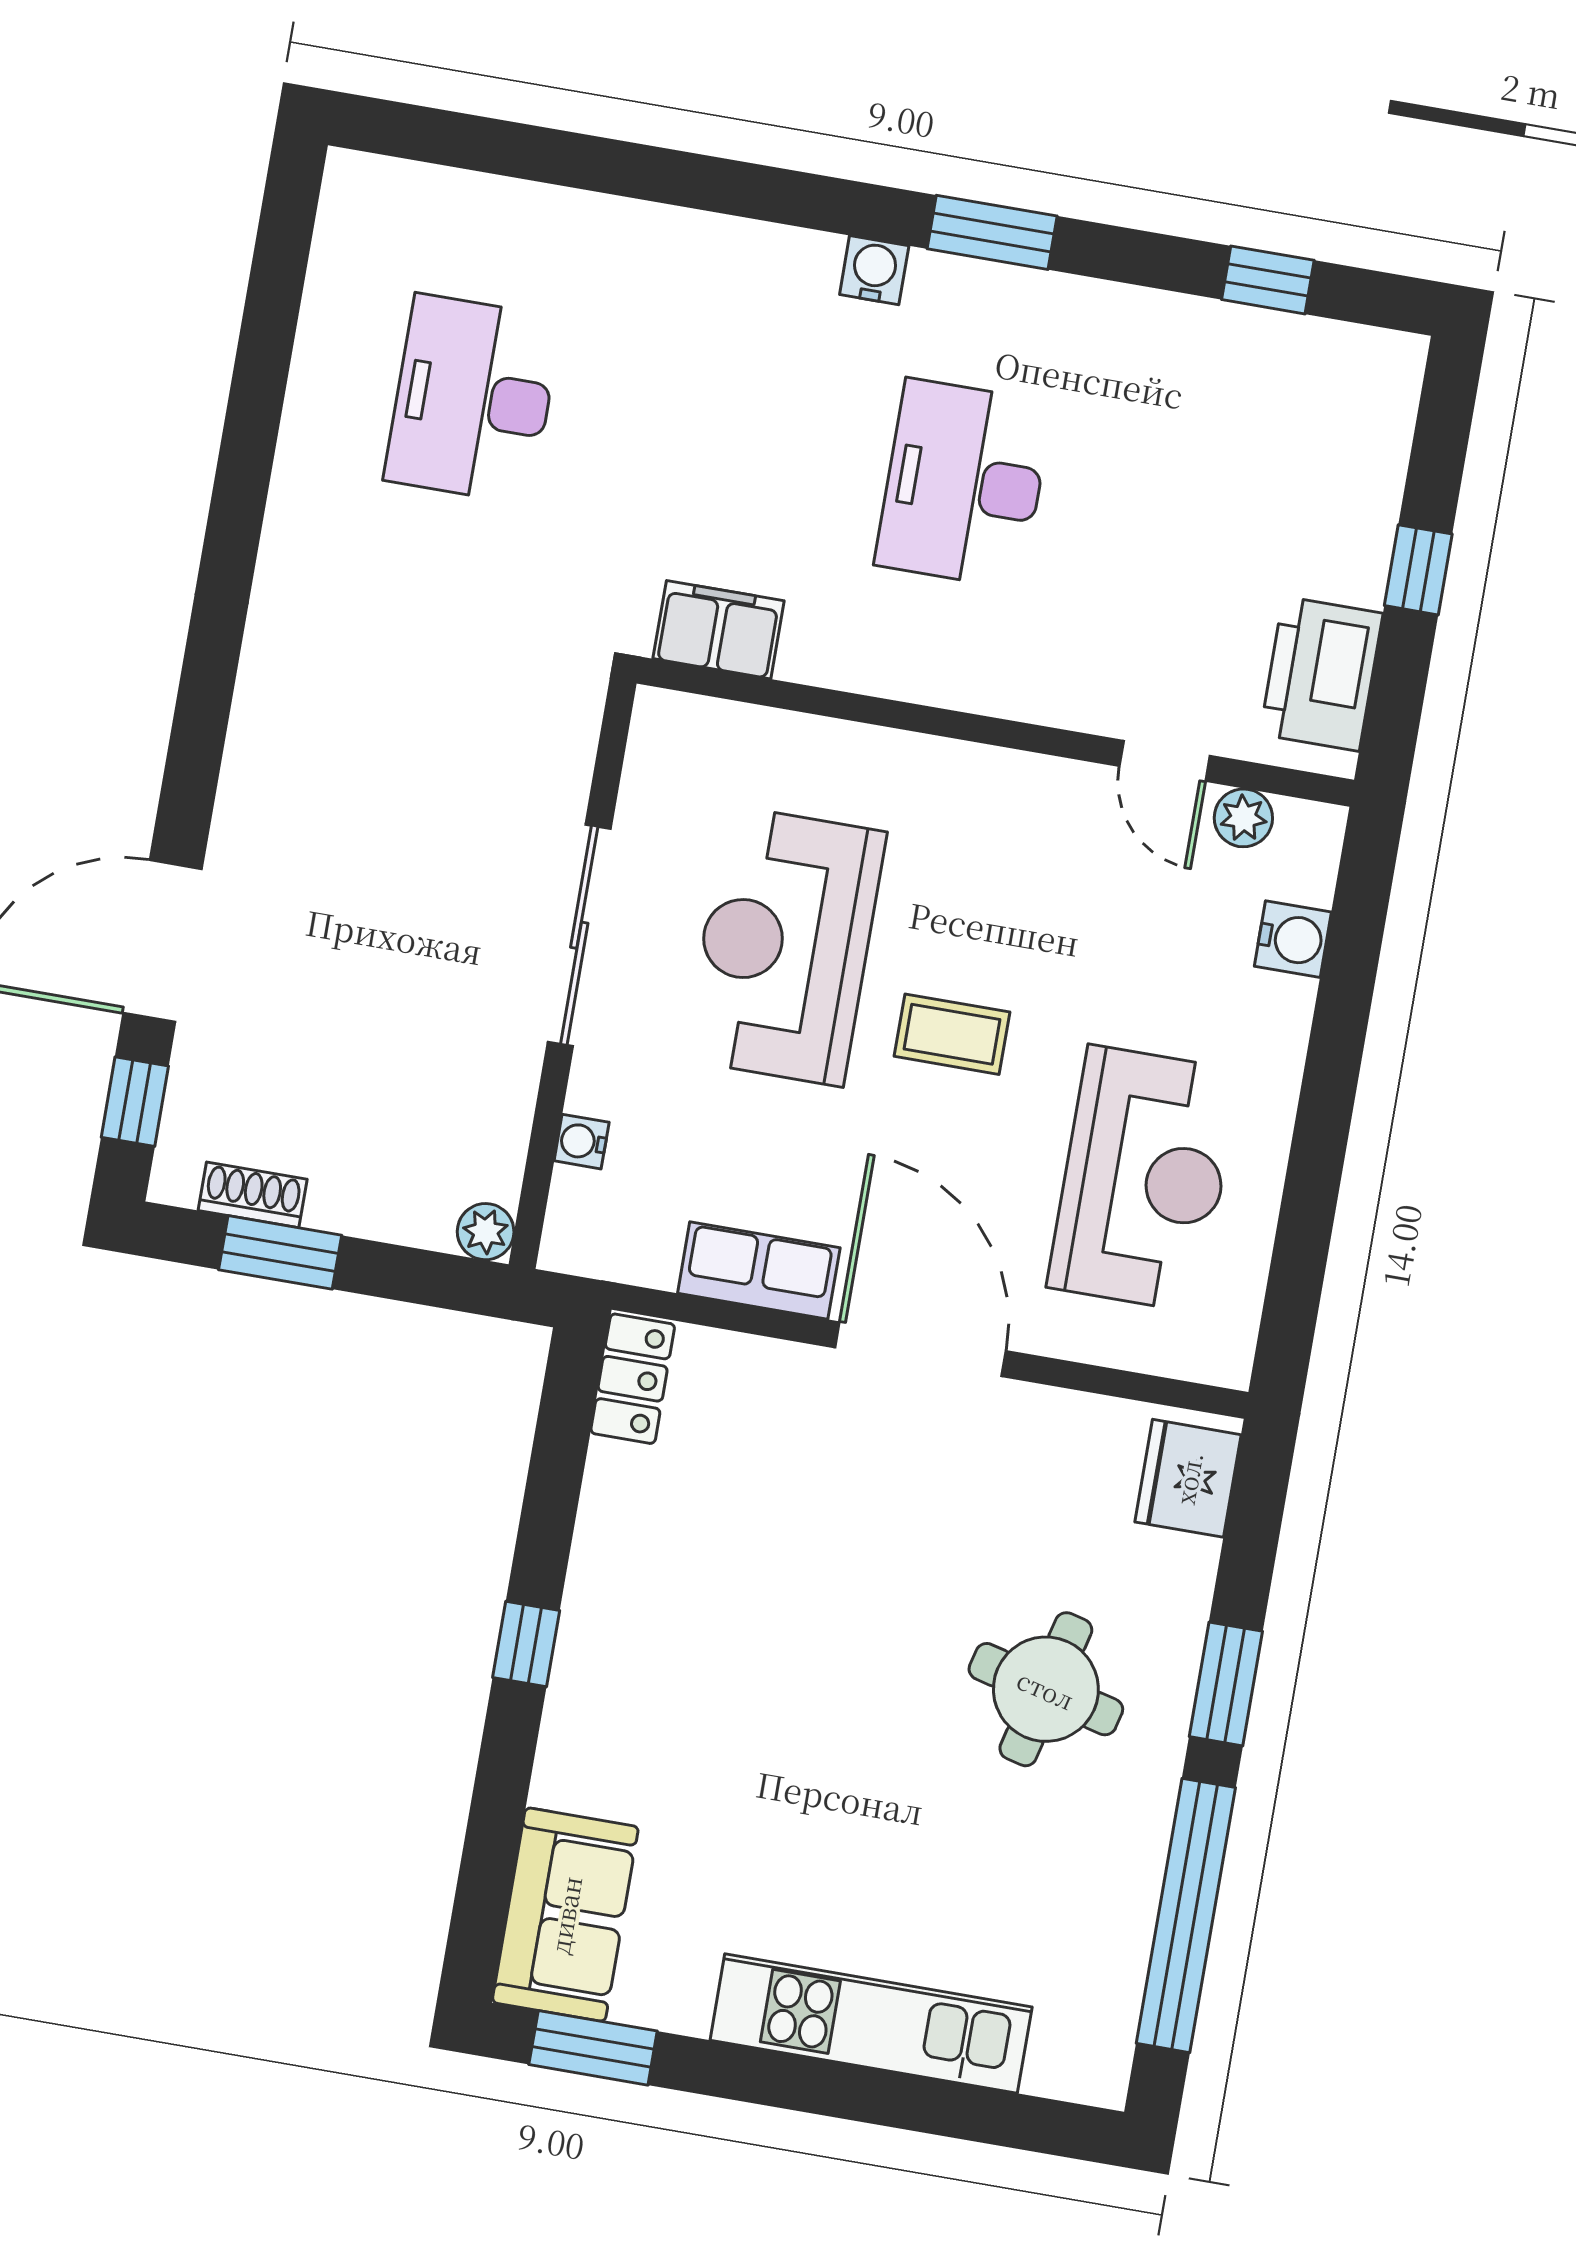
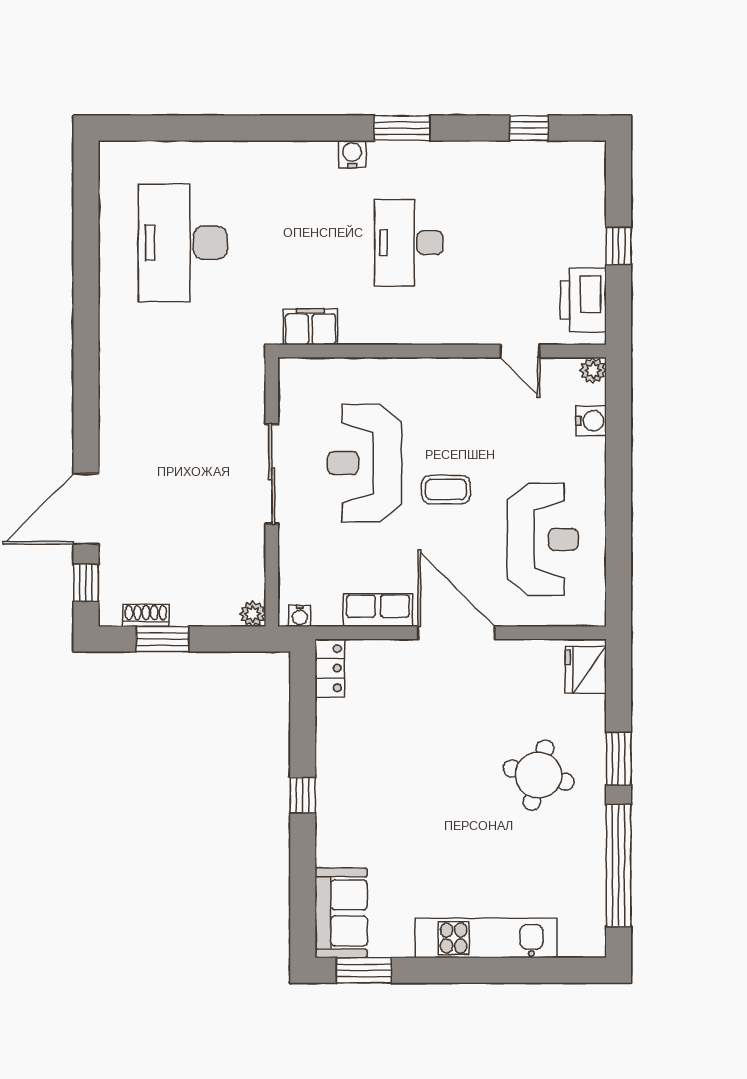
desk: (473, 399) -> (183, 243), width x1.36, depth x1.30
plant: (1243, 818) -> (593, 370), moved
water cooler: (582, 1142) -> (300, 616), moved, turned -90

